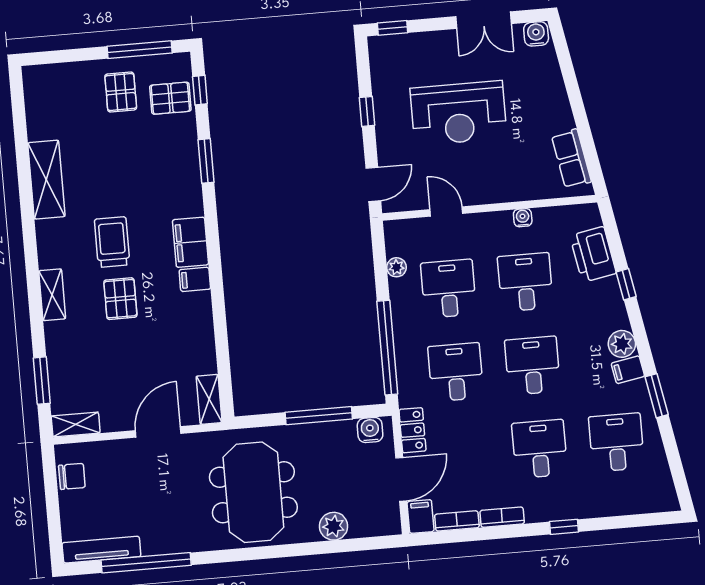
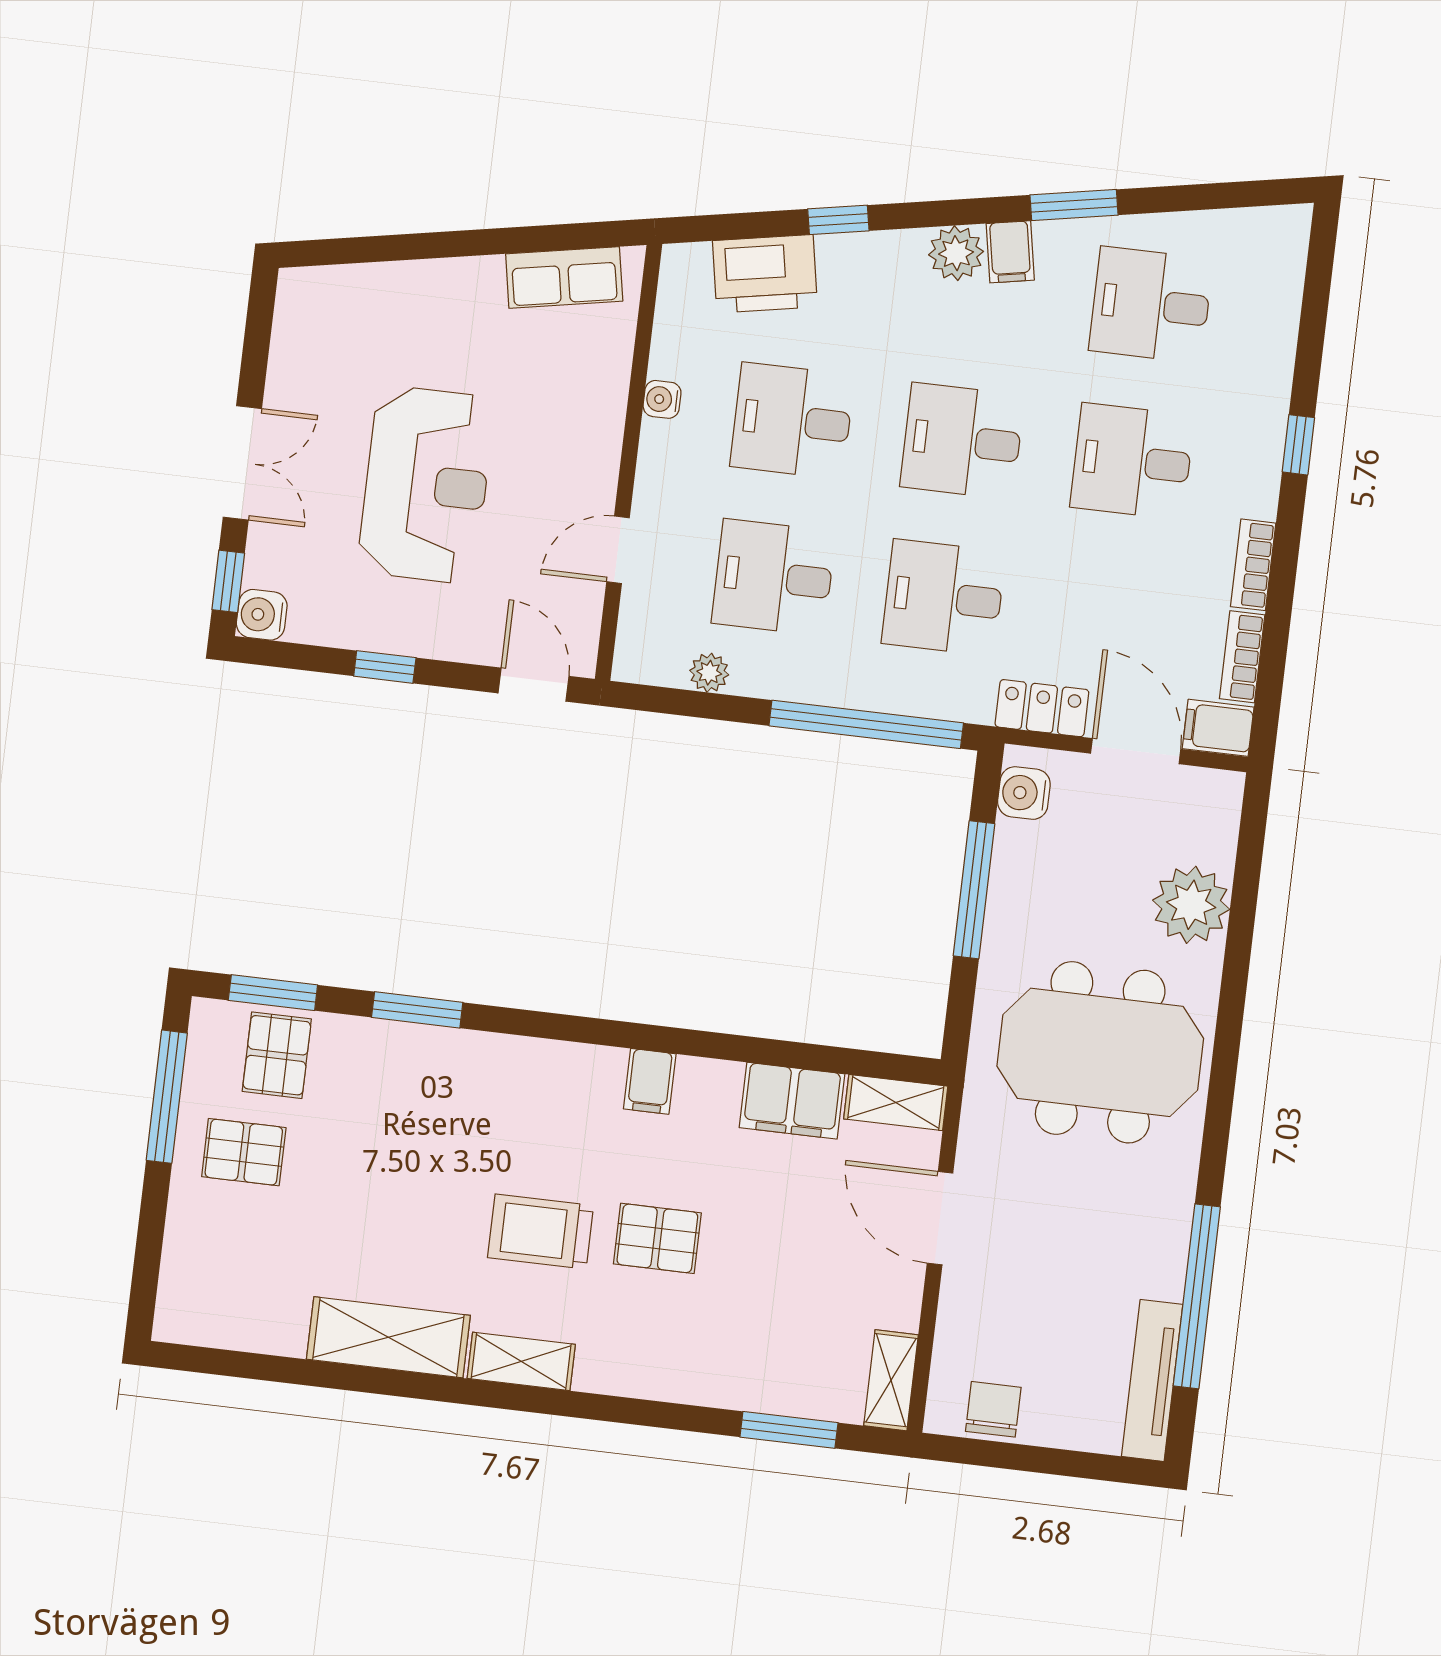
double door: (483, 20) -> (242, 463), moved
water cooler: (536, 34) -> (262, 615), moved
window: (200, 90) -> (273, 993), width x1.50
filing cabinet: (190, 242) -> (792, 1101), moved
shelving: (52, 295) -> (521, 1361), moved
plant: (334, 526) -> (1191, 905), width x1.36, depth x1.36

